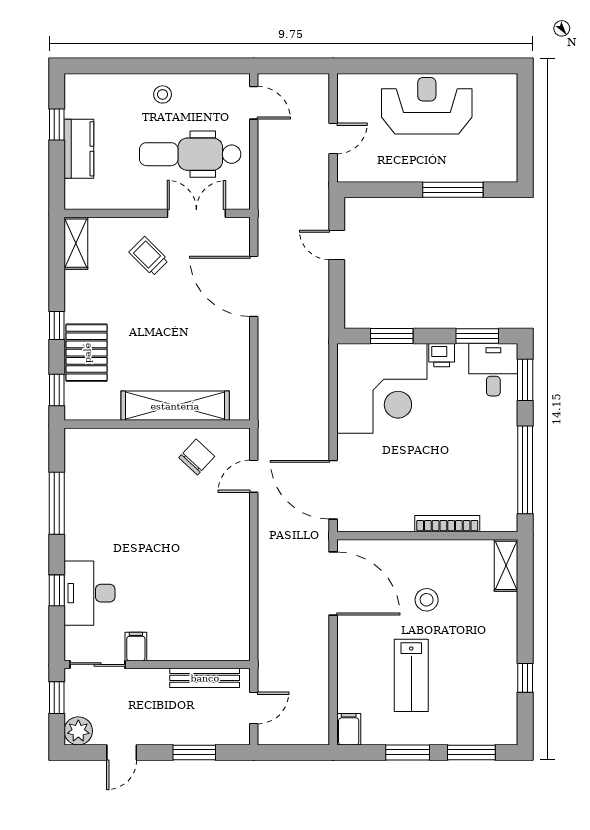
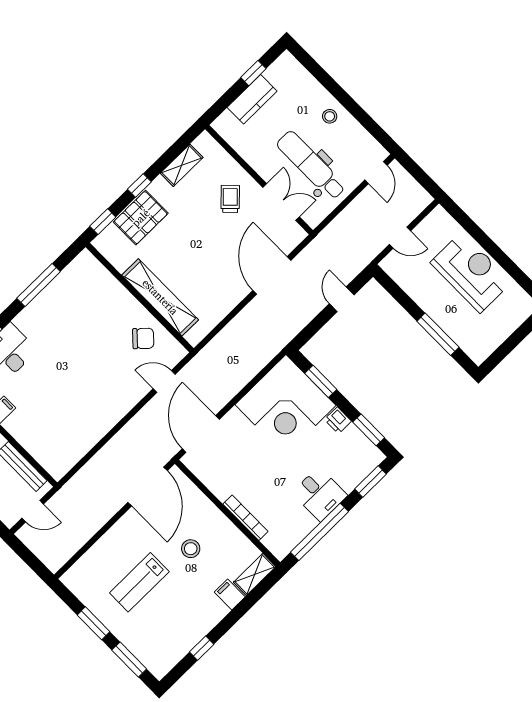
shelving: (76, 243) -> (182, 165), moved
desk: (493, 370) -> (320, 494), moved, turned 90
filing cabinet: (349, 729) -> (230, 594), moved, turned -90

